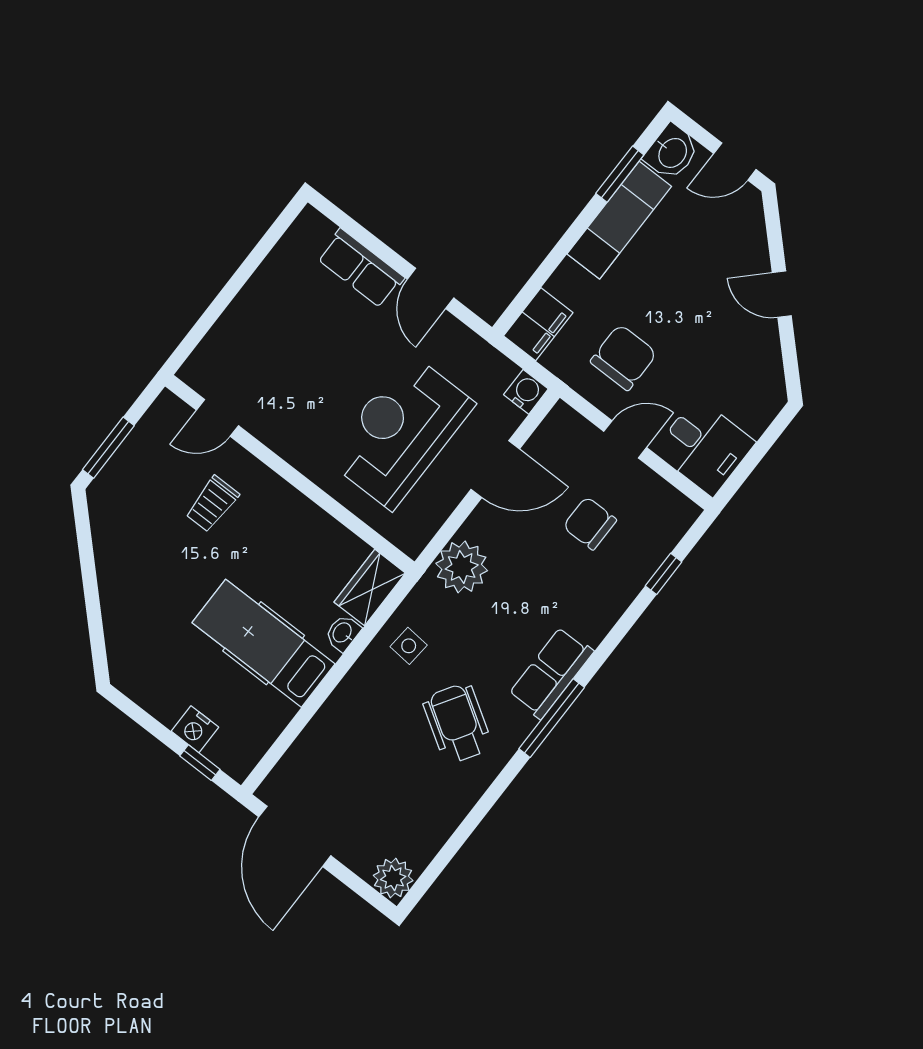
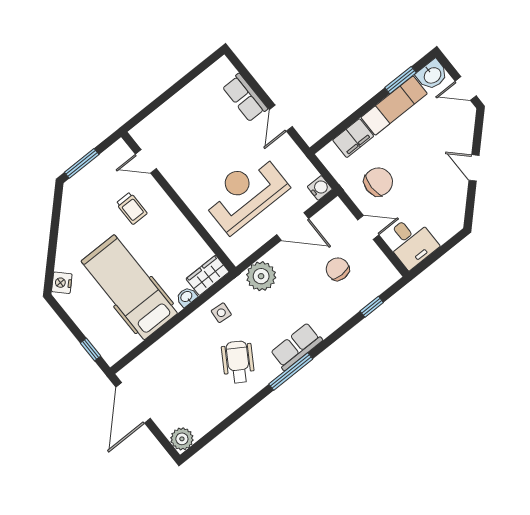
filing cabinet: (538, 324) -> (353, 138), moved
trolley: (212, 504) -> (132, 208), turned -90
hospital bed: (264, 643) -> (129, 287), width x1.37, depth x1.29
nightstand: (195, 729) -> (62, 283), moved, turned 45

